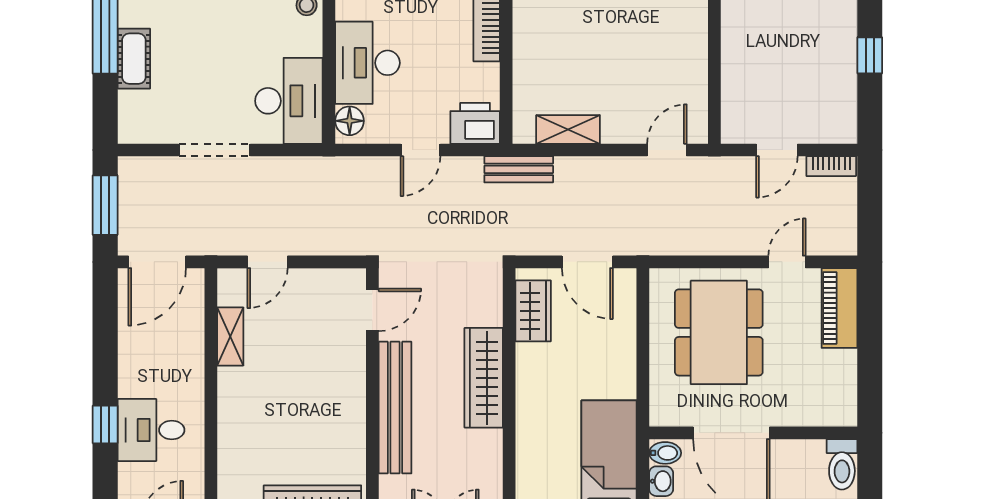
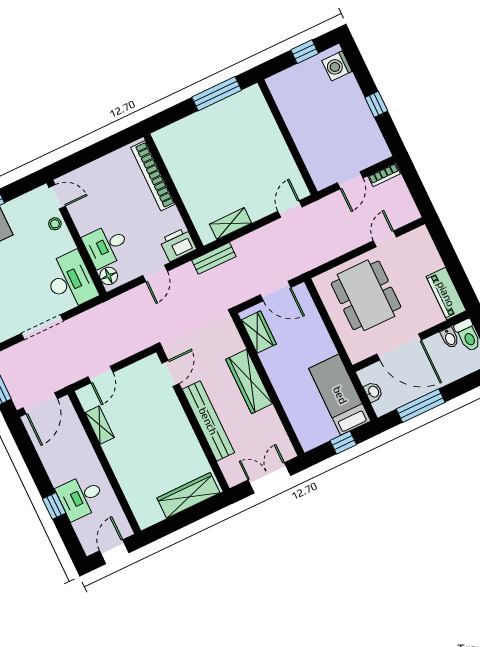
desk: (367, 63) -> (106, 246), width x0.73
piano: (839, 308) -> (446, 294), moved
bidet: (665, 453) -> (450, 338), moved, turned 90

